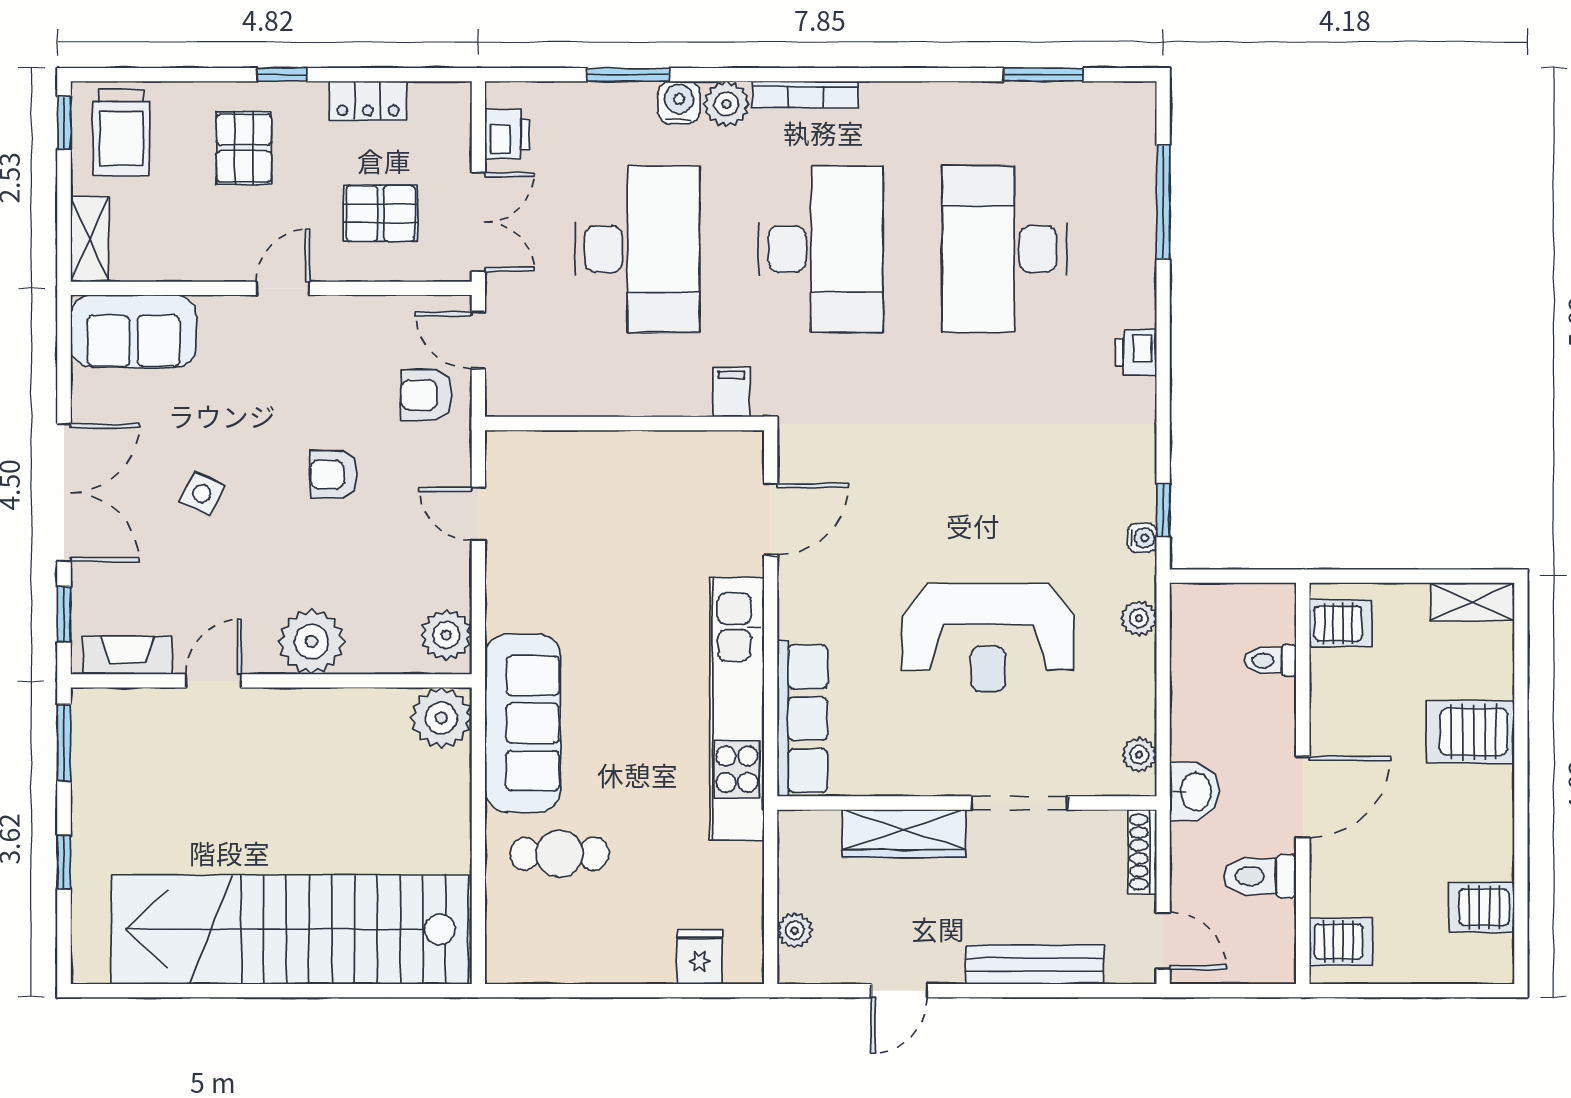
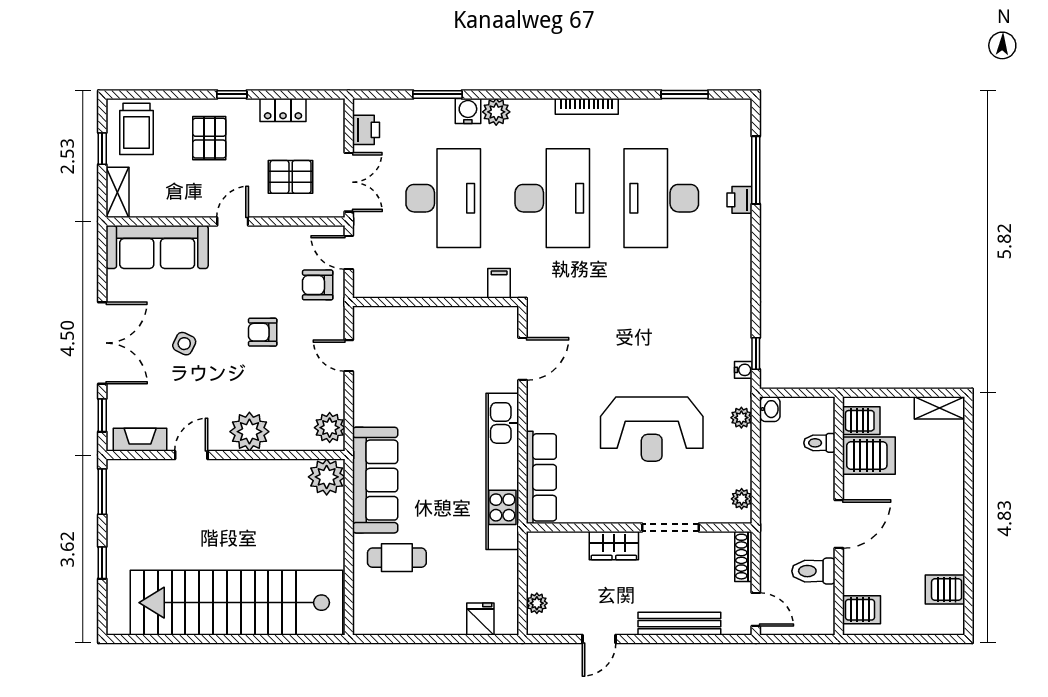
bookcase: (806, 95) -> (587, 106), moved
window: (64, 123) -> (102, 149), moved
sofa: (133, 331) -> (157, 247), width x1.36
printer: (1136, 352) -> (740, 200), moved
server rack: (1470, 732) -> (869, 456), moved, turned 180
washbasin: (1194, 792) -> (770, 409), moved, width x0.72, depth x0.69
wardrobe: (904, 833) -> (614, 546), width x0.67

